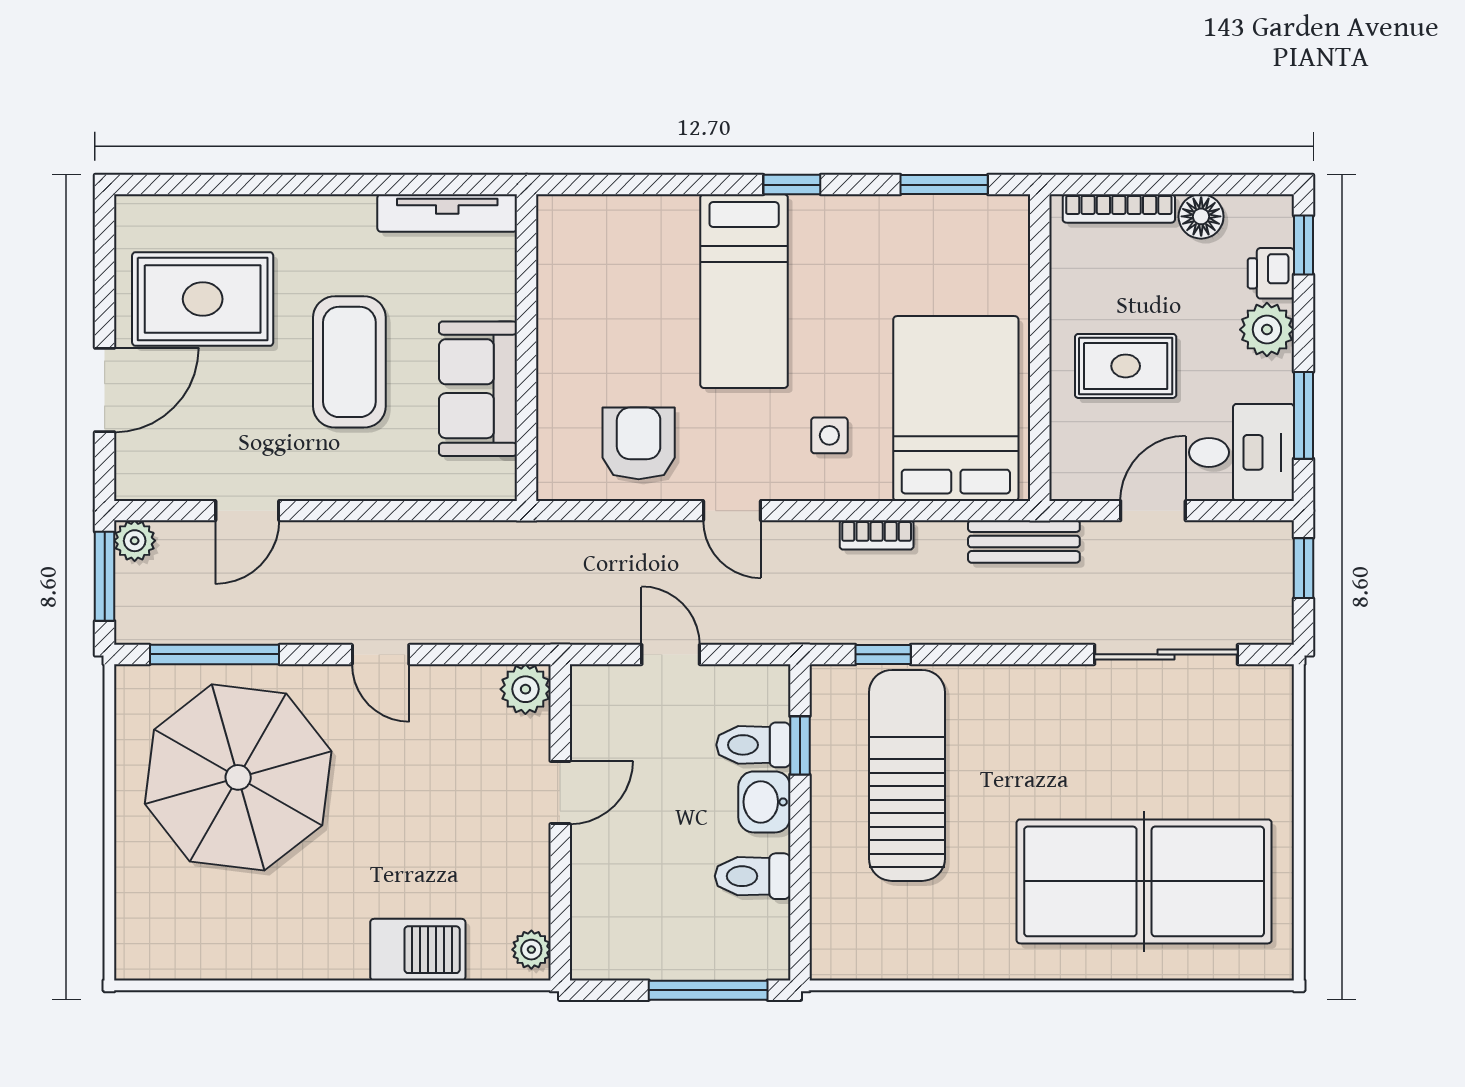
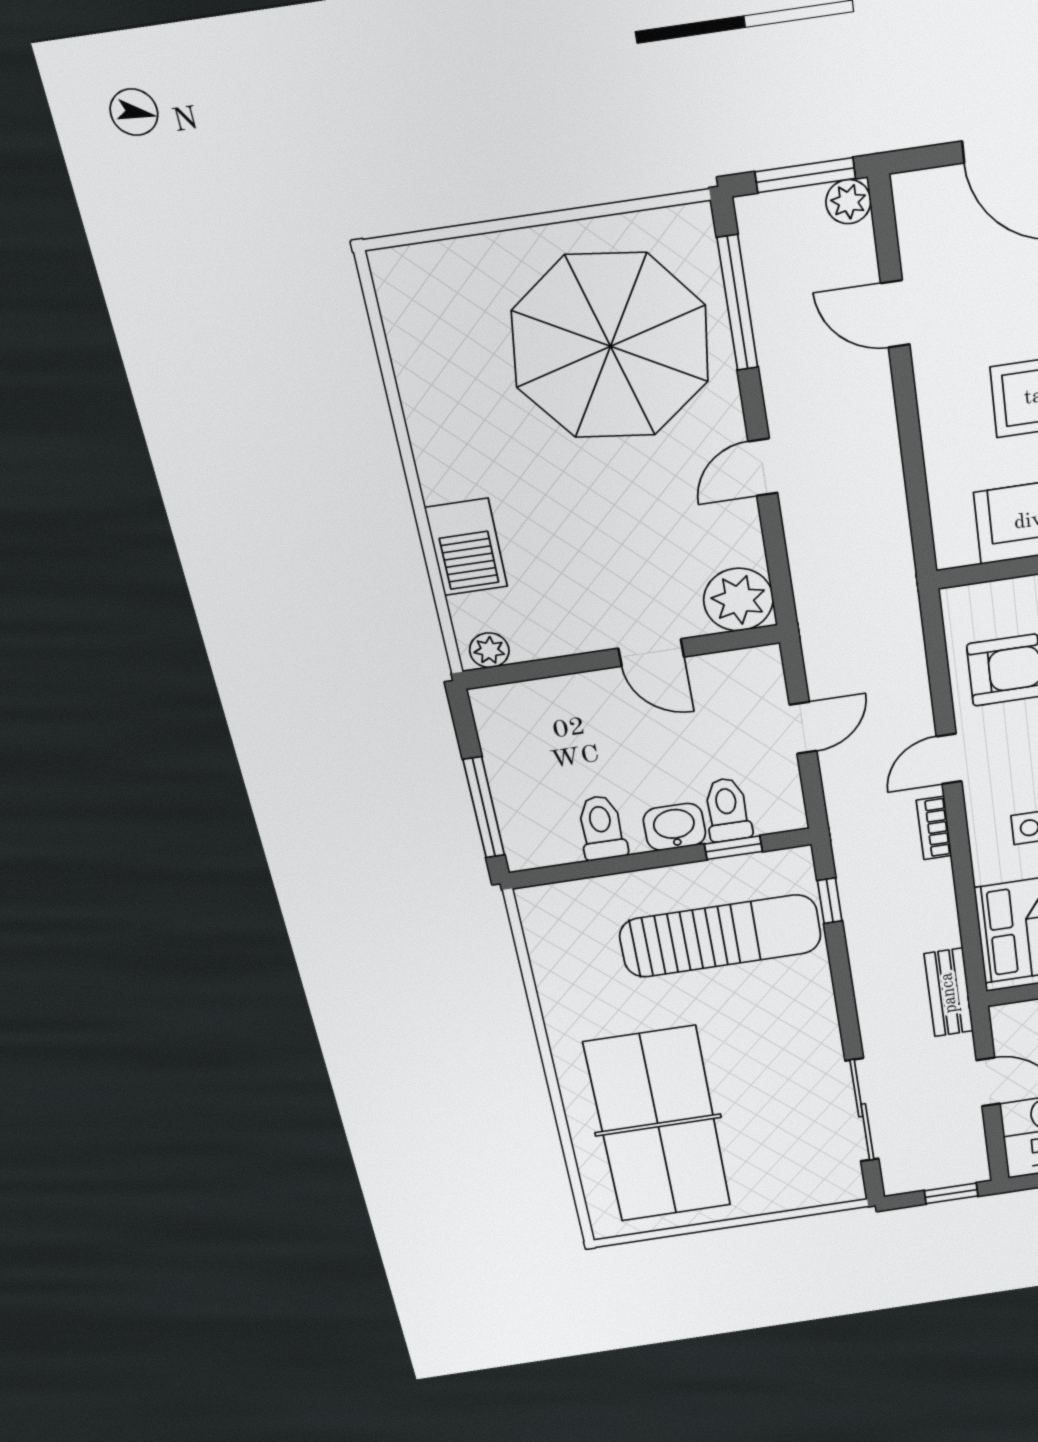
bookcase: (877, 535) -> (934, 828), moved
plant: (525, 689) -> (738, 600), width x1.36, depth x1.36

